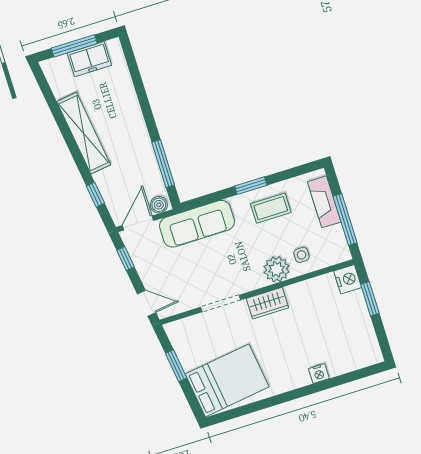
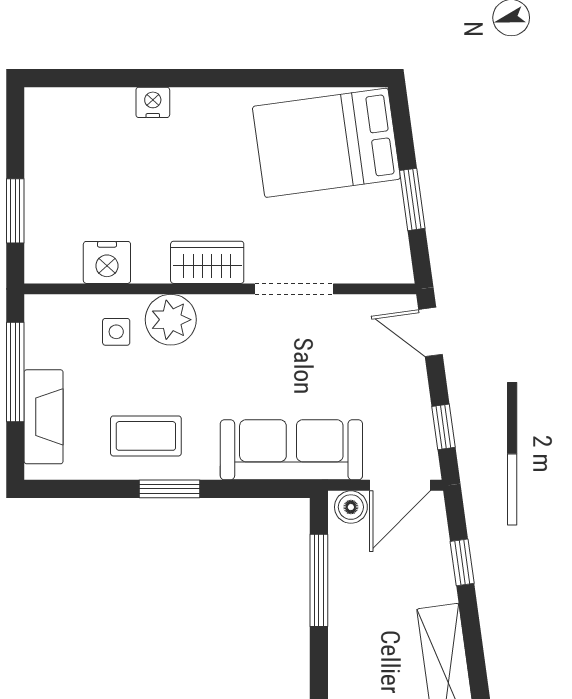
nightstand: (348, 279) -> (107, 262), moved, turned -90

